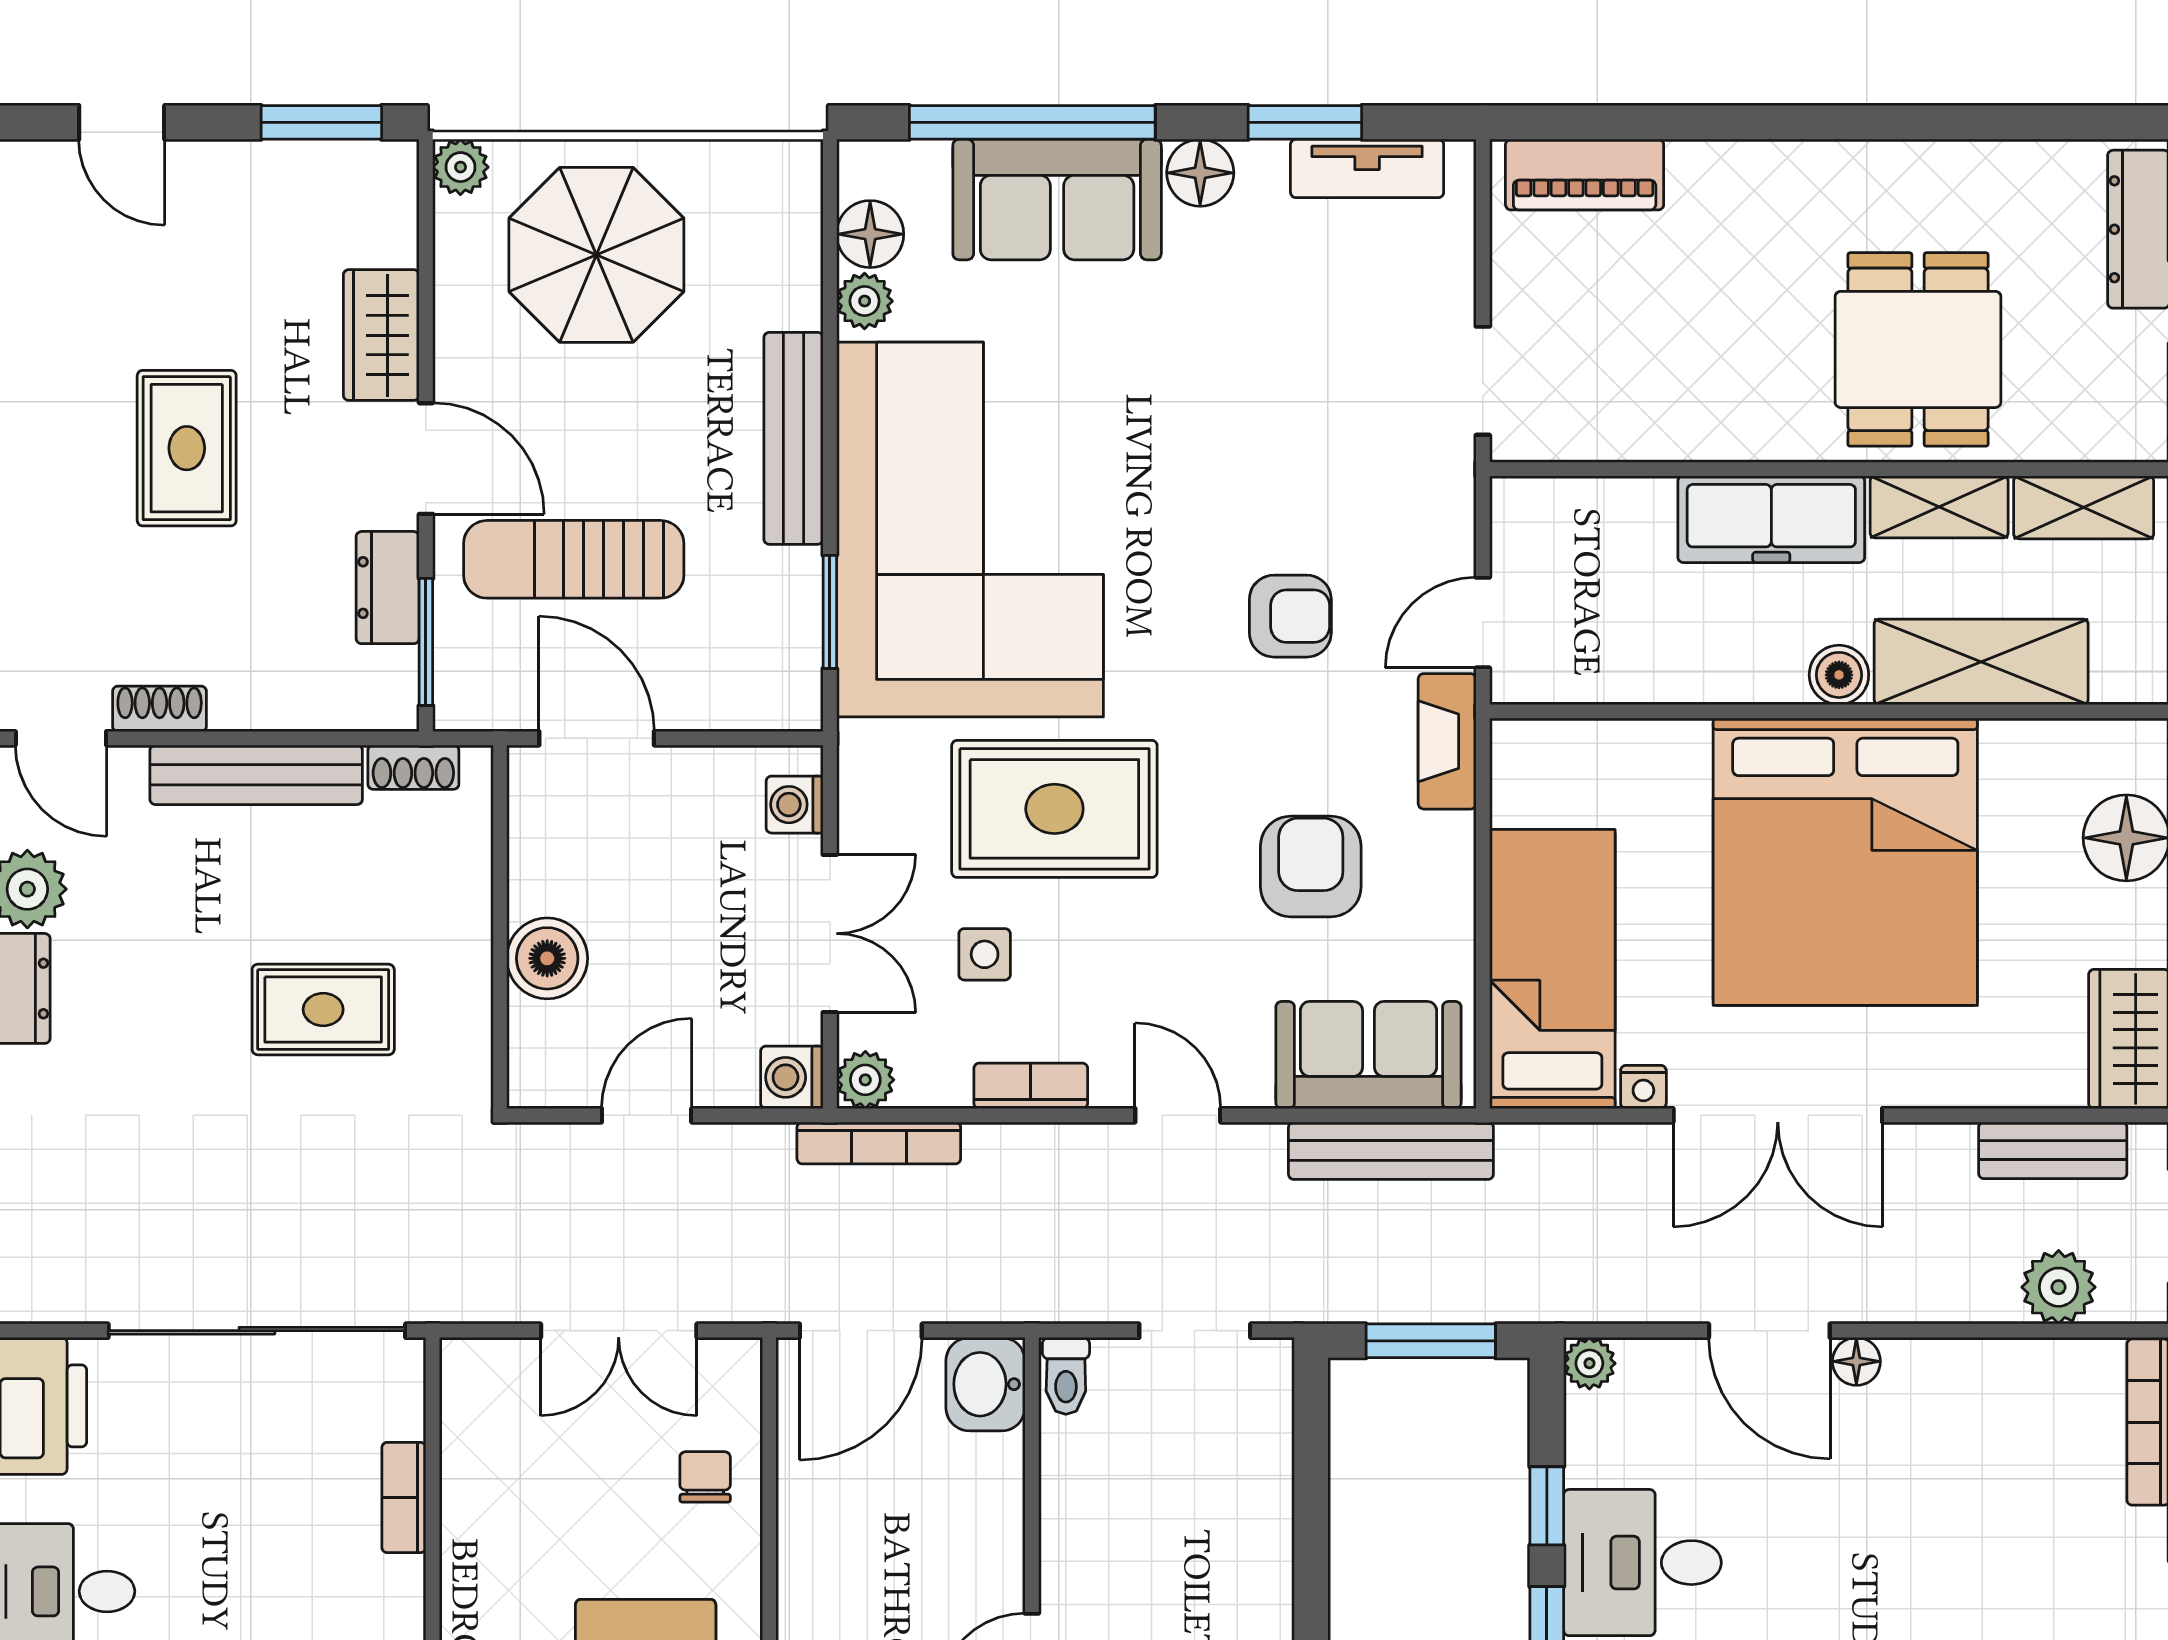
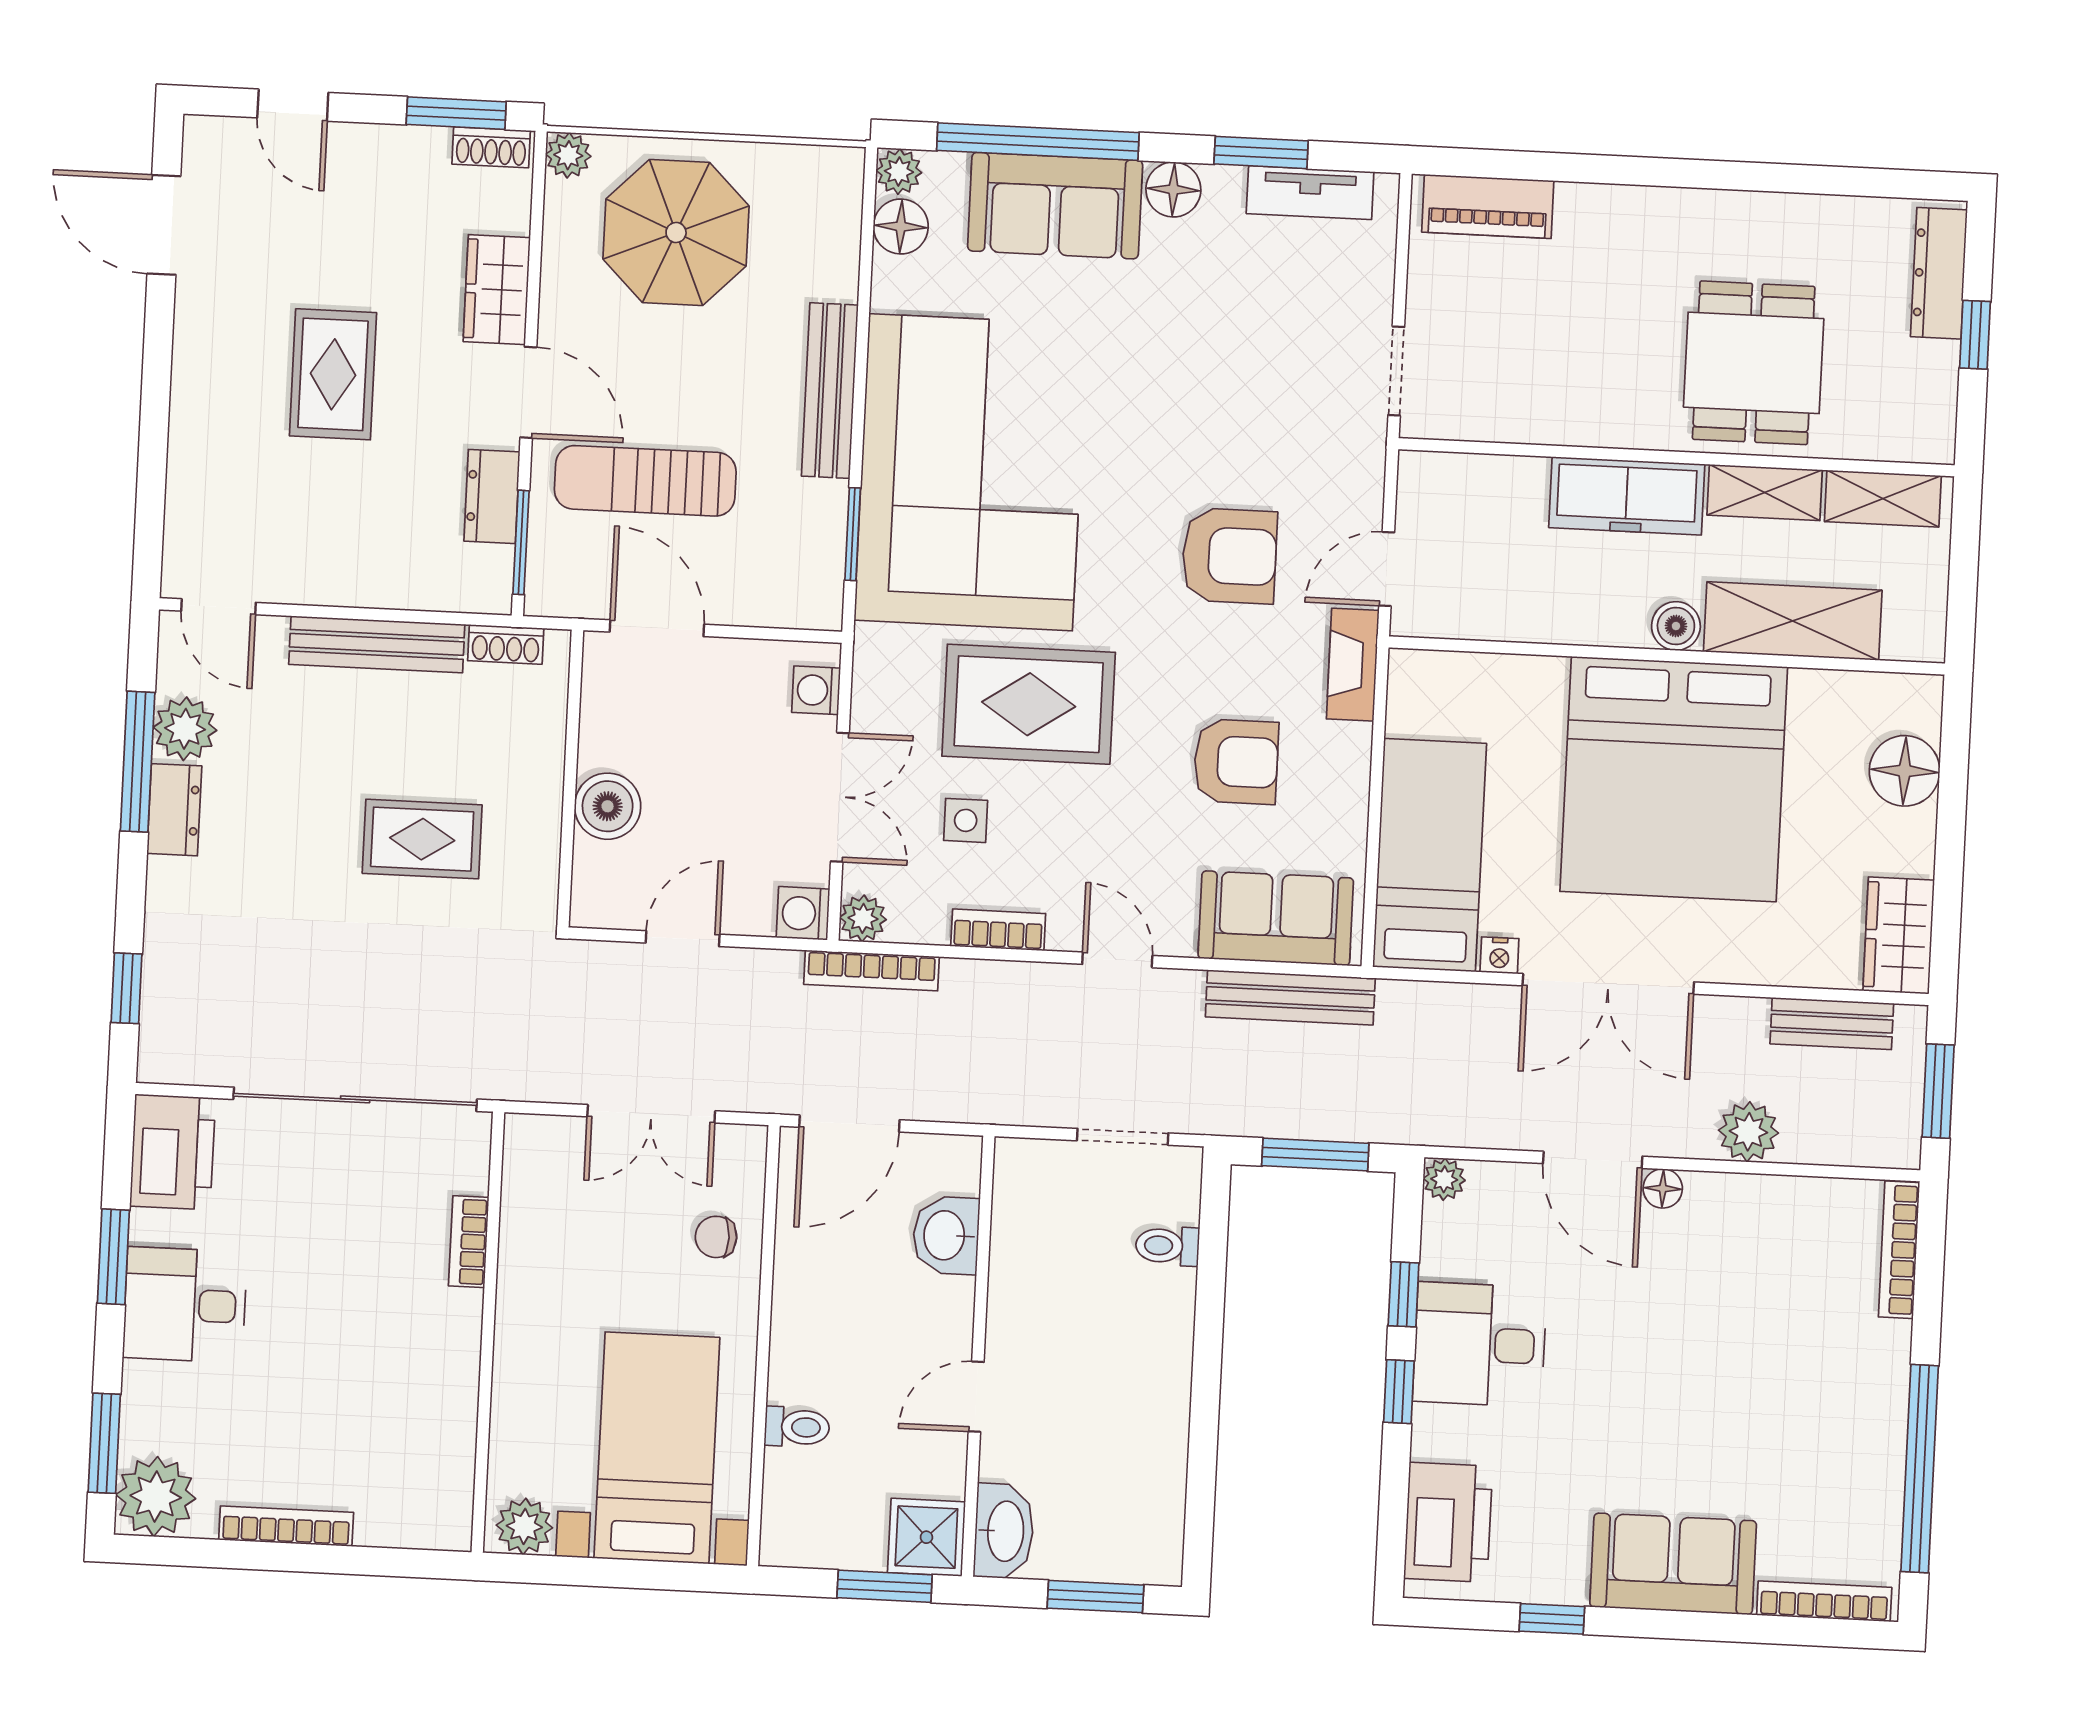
plant: (865, 301) -> (899, 172), moved
armchair: (1290, 616) -> (1229, 556), width x1.38, depth x1.38
shoe rack: (160, 709) -> (491, 147), moved, turned 180
armchair: (1311, 866) -> (1236, 762), turned 90
plant: (2059, 1287) -> (1748, 1132), moved
toilet: (1066, 1376) -> (1167, 1246), moved, turned 90
washbasin: (985, 1384) -> (946, 1235), moved
chair: (705, 1477) -> (716, 1237), turned -90

